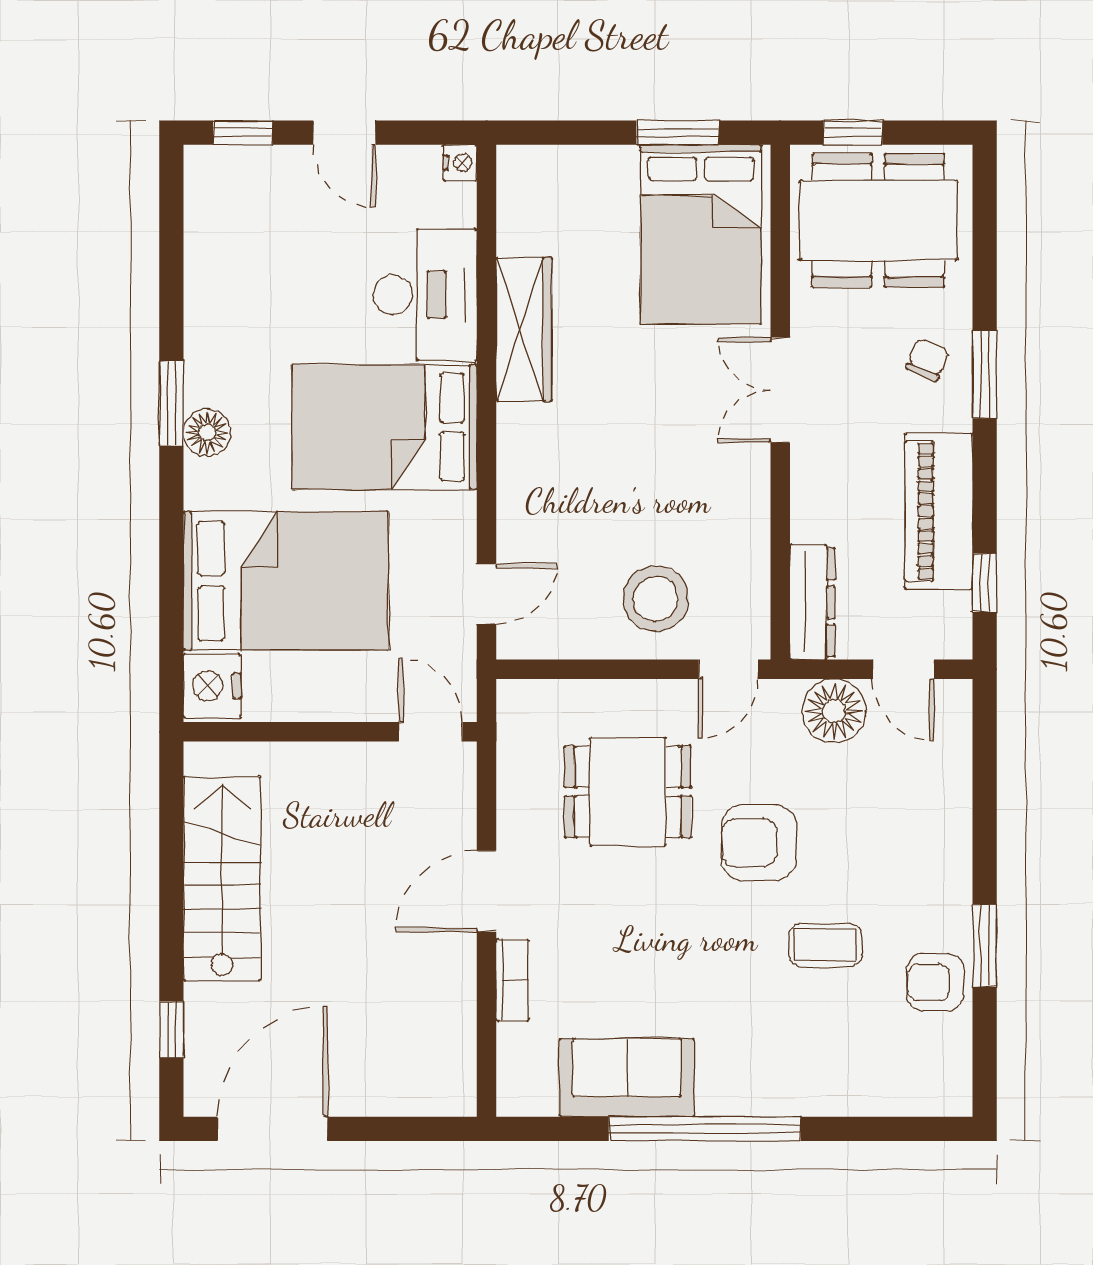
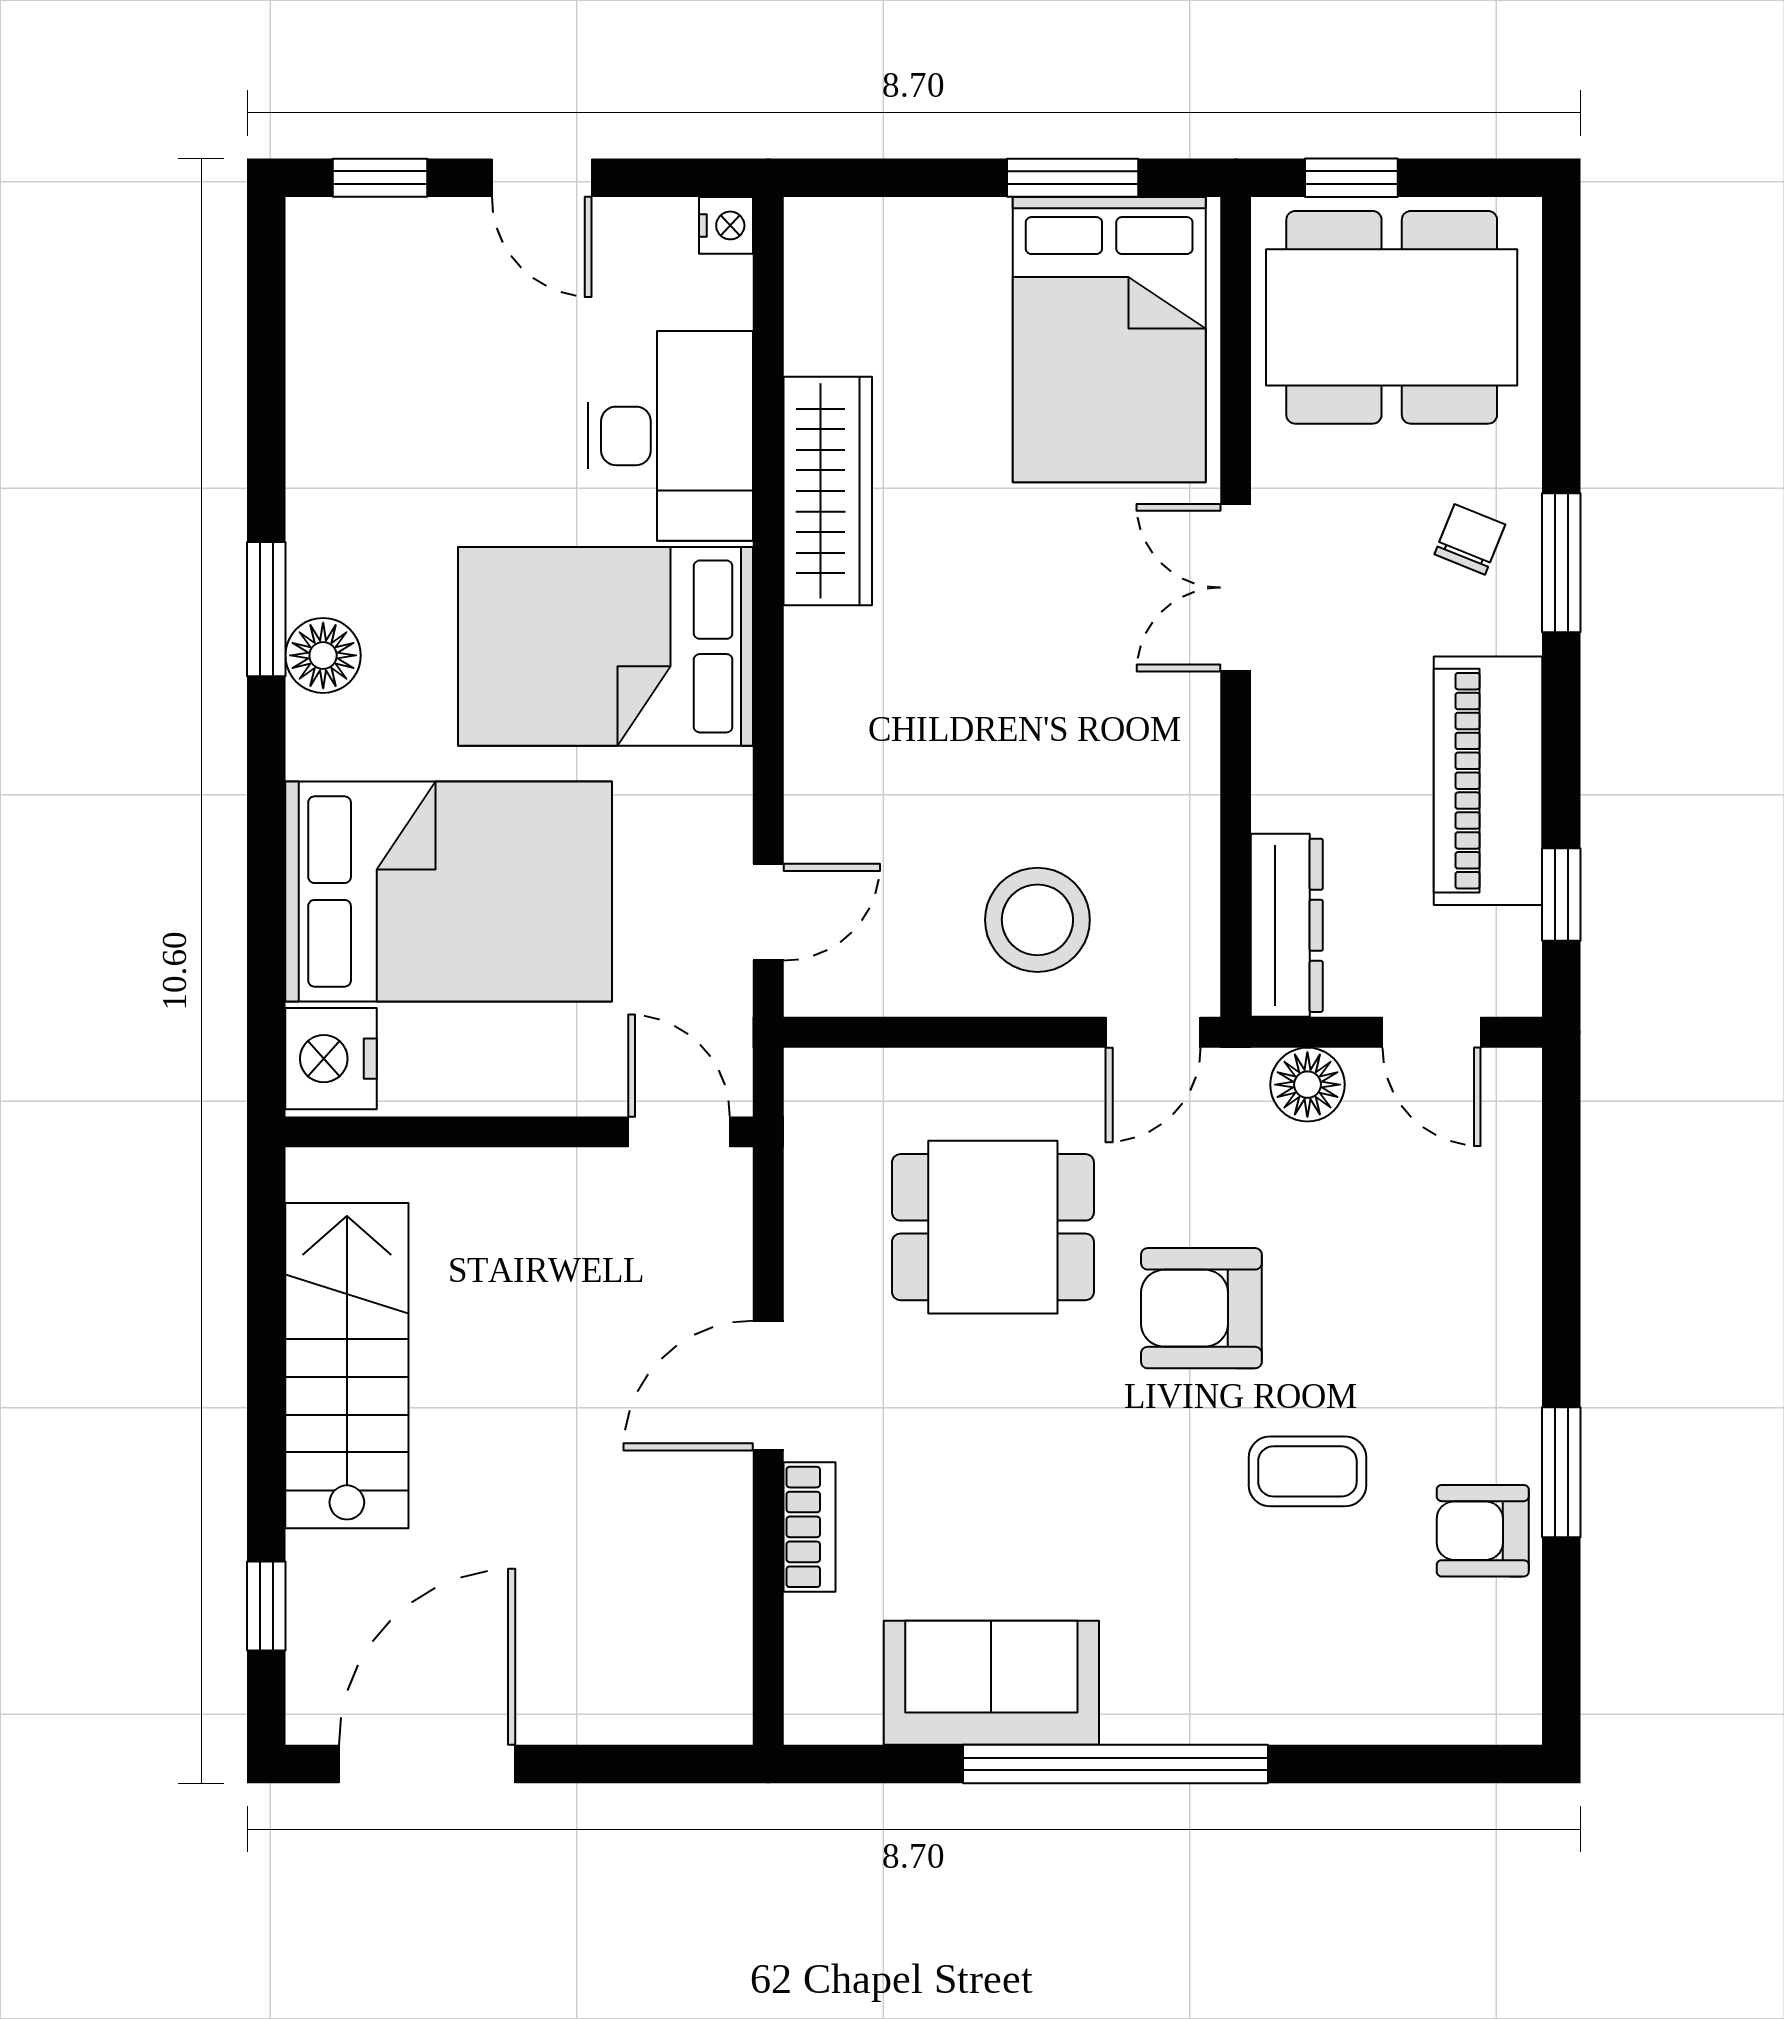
floor lamp: (834, 711) -> (1307, 1085), width x0.73, depth x0.73

